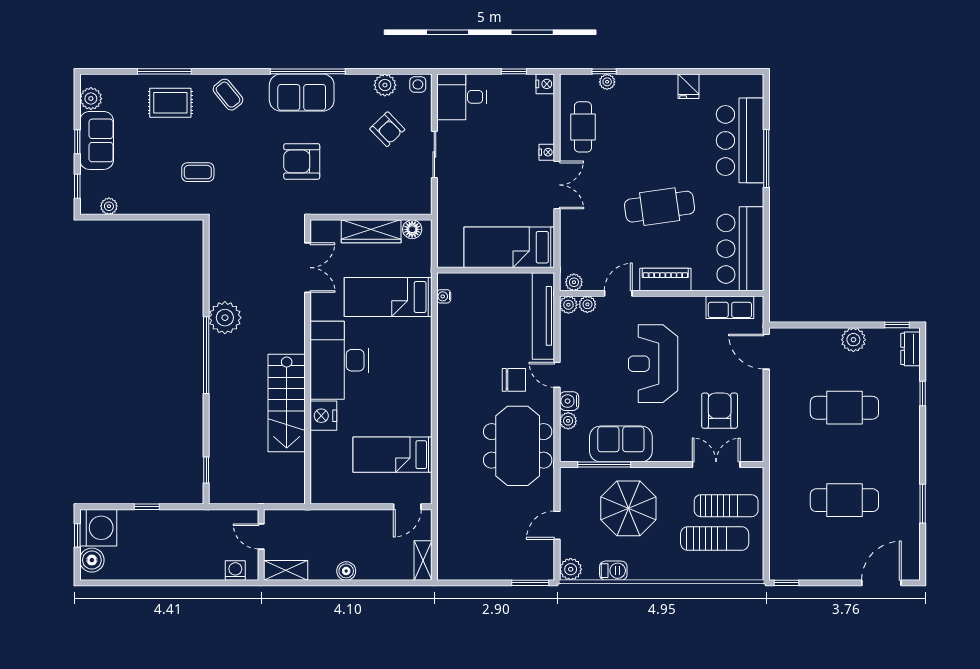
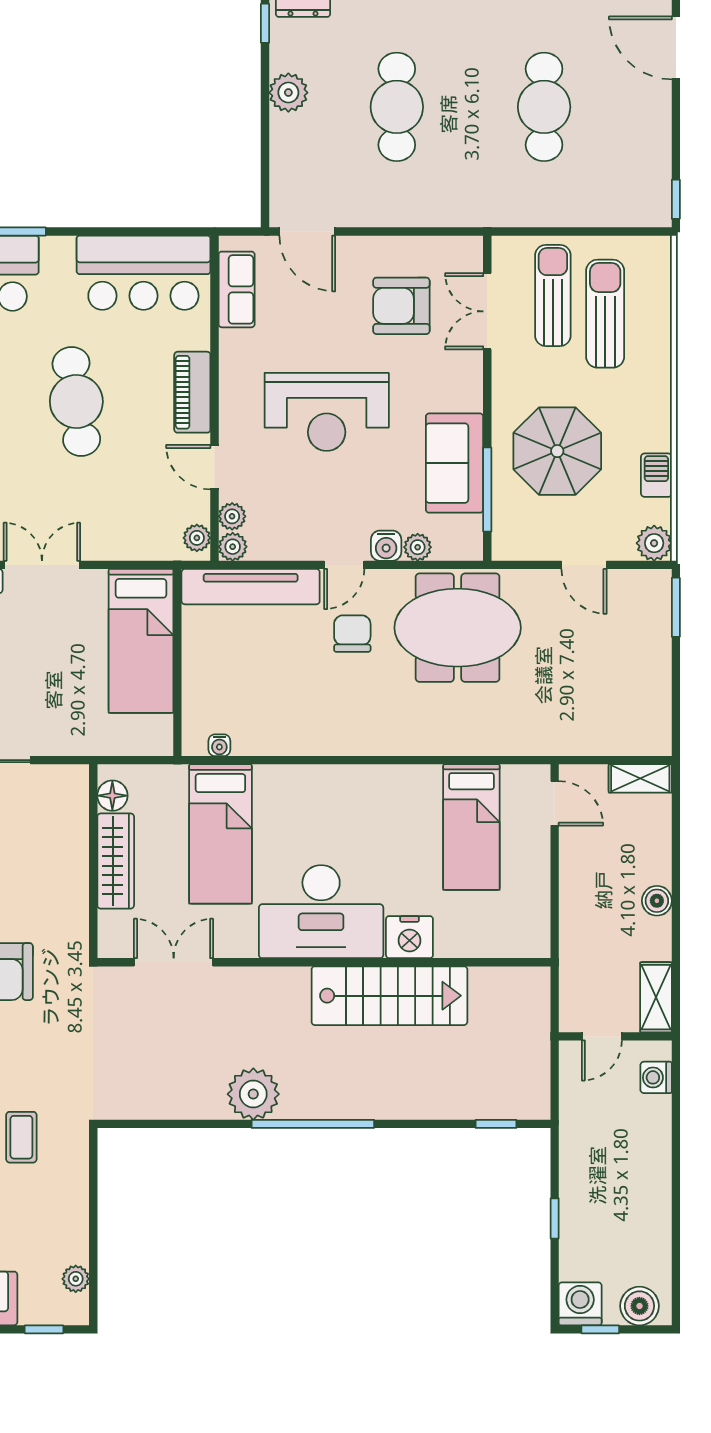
door: (766, 352) -> (307, 231), hinge flipped
washing machine: (98, 528) -> (580, 1304), width x0.73, depth x0.73

